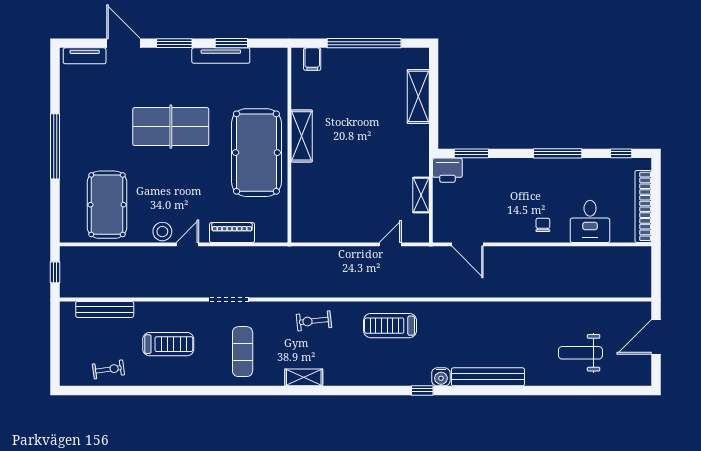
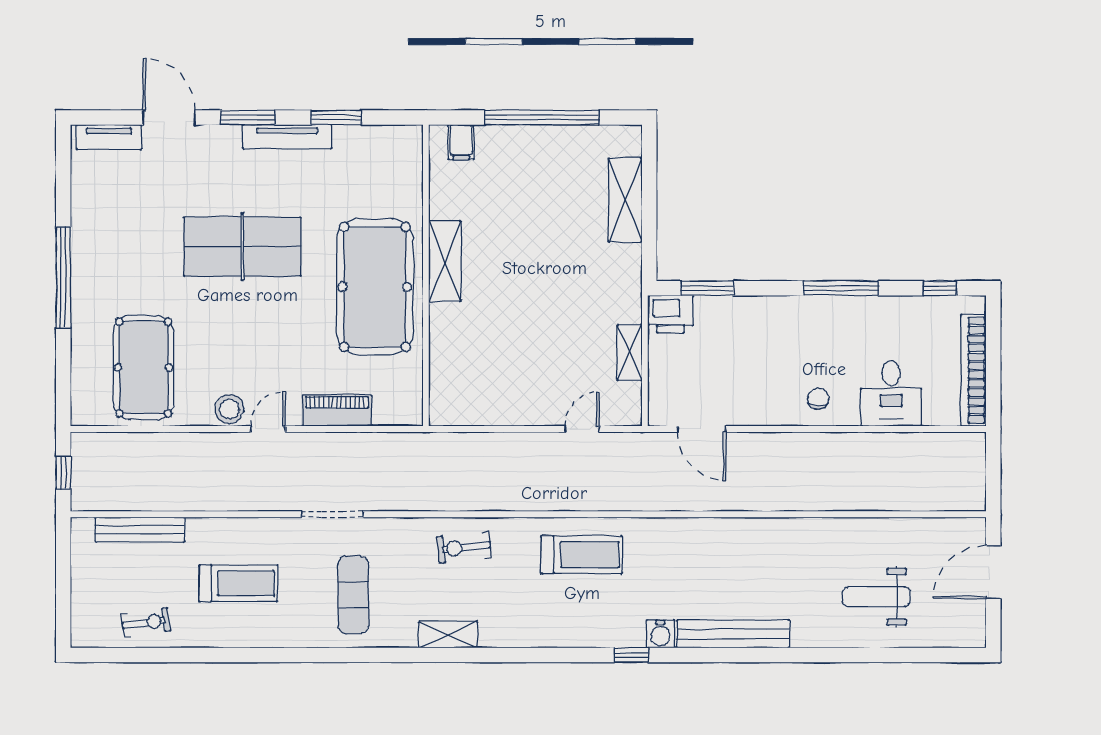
tv unit: (221, 56) -> (287, 137), moved
treadmill: (390, 326) -> (582, 555), turned 180

